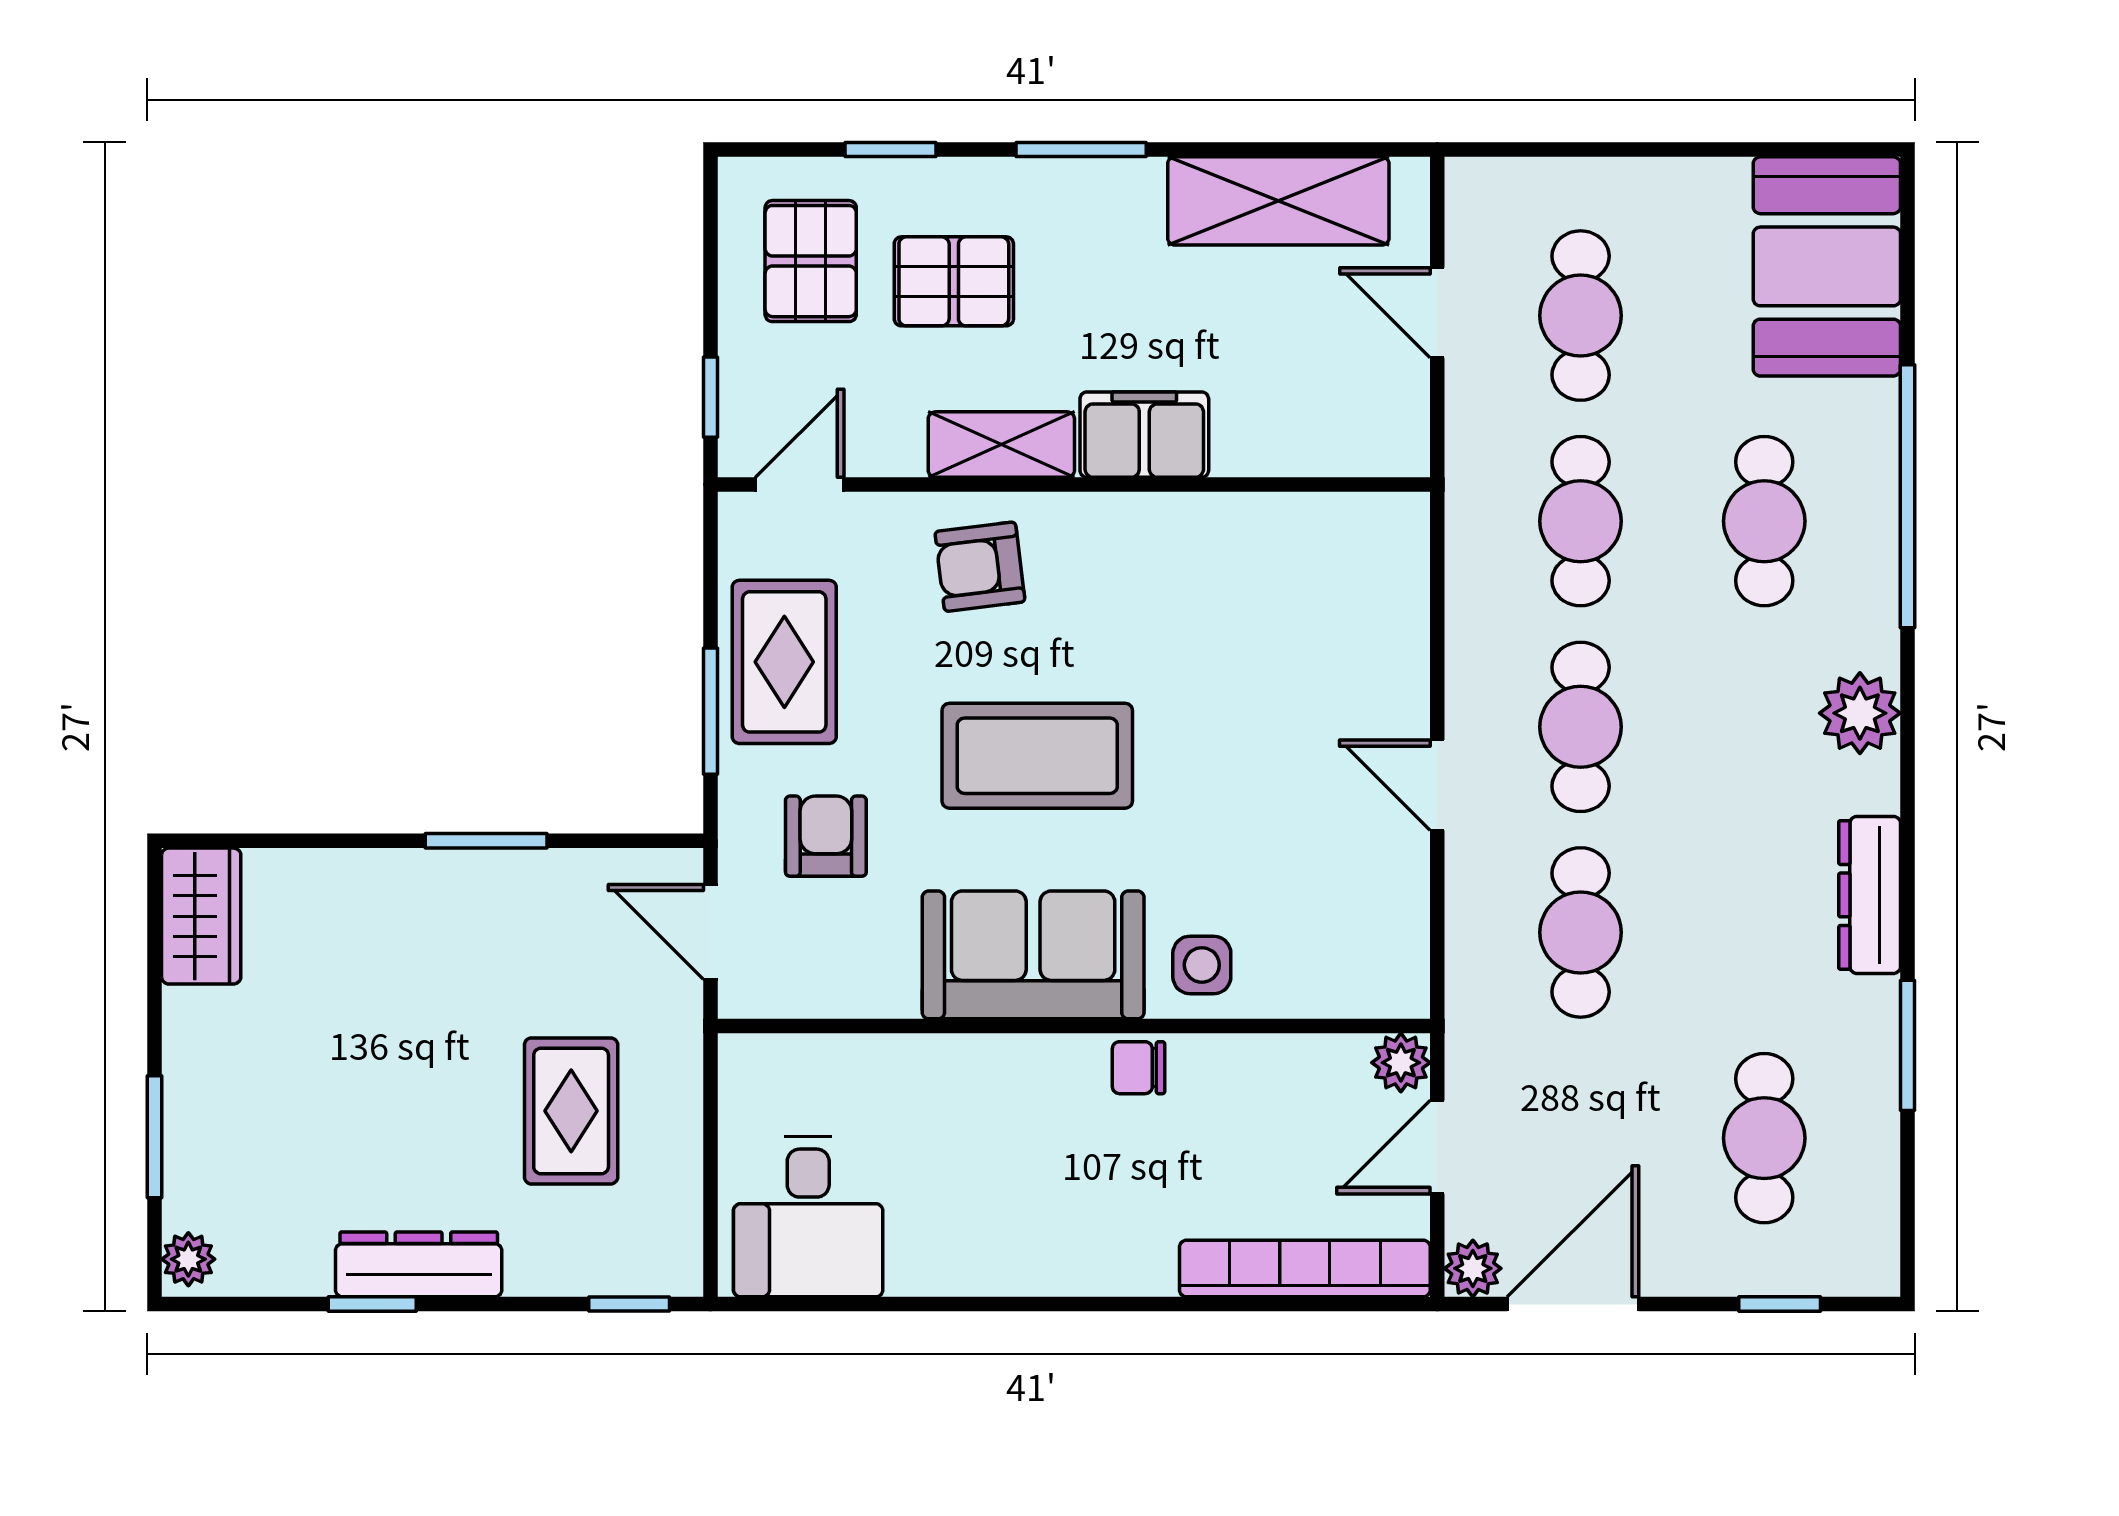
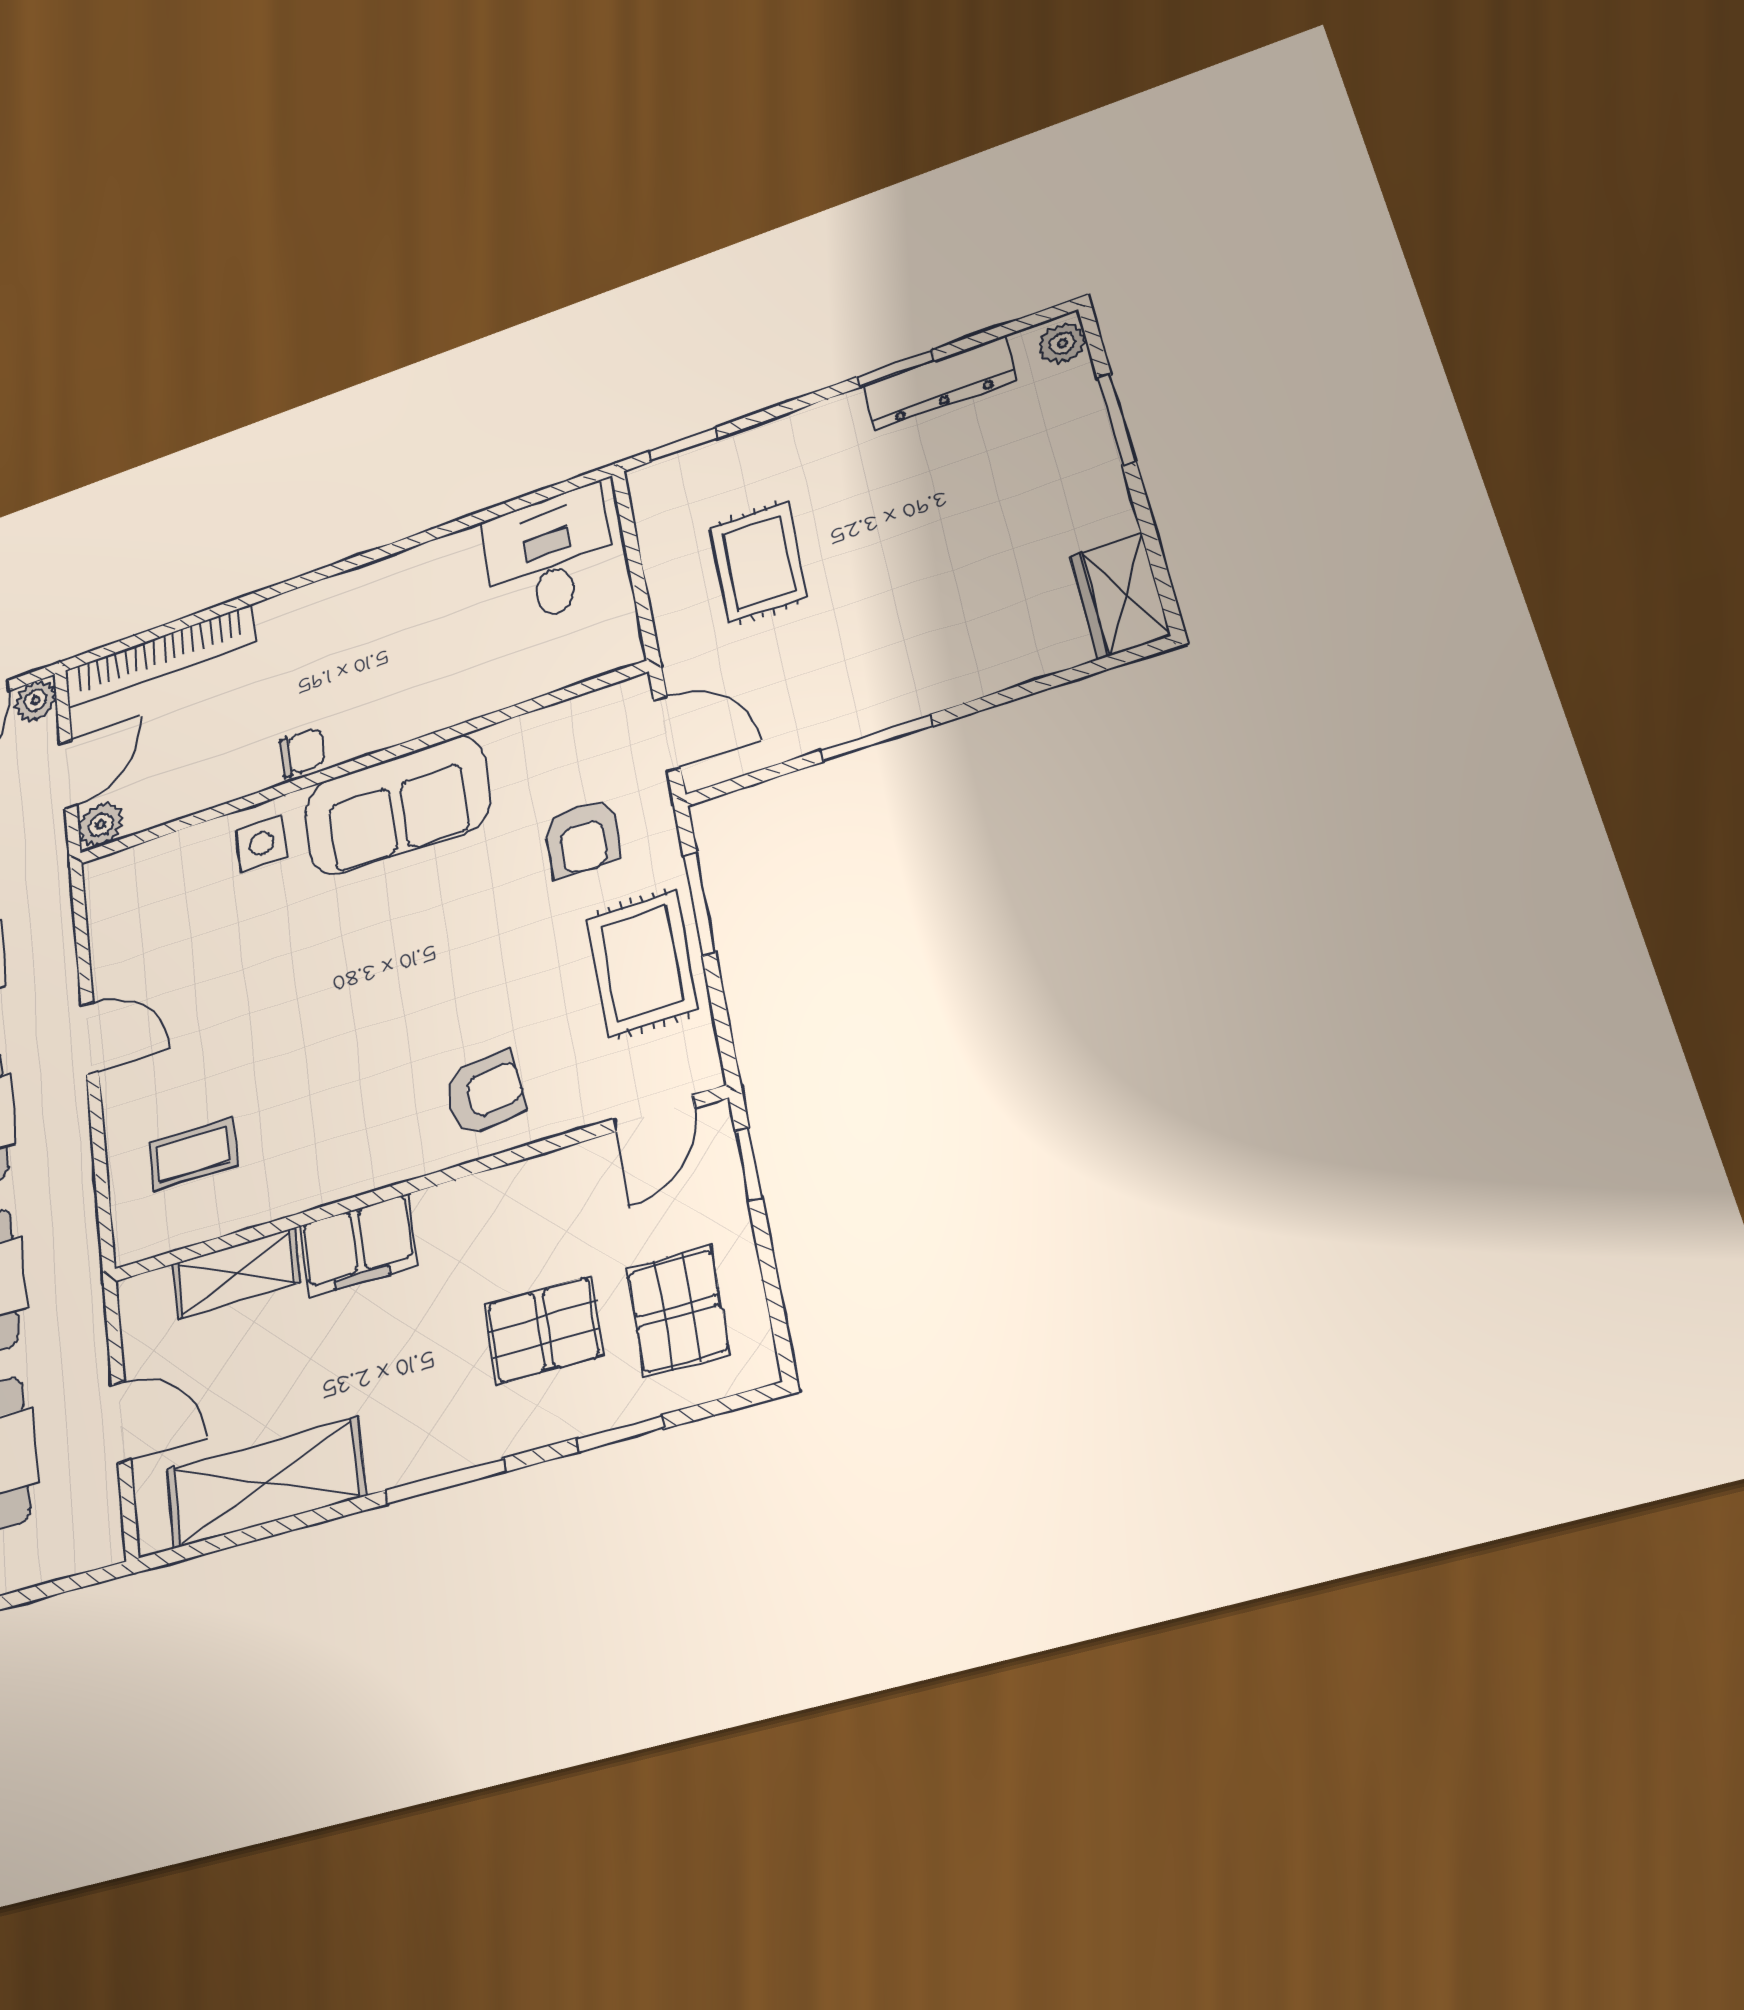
shelving: (1001, 445) -> (236, 1273), moved
coffee table: (1037, 756) -> (193, 1154), moved, width x0.54, depth x0.58
dresser: (419, 1264) -> (939, 383), moved

